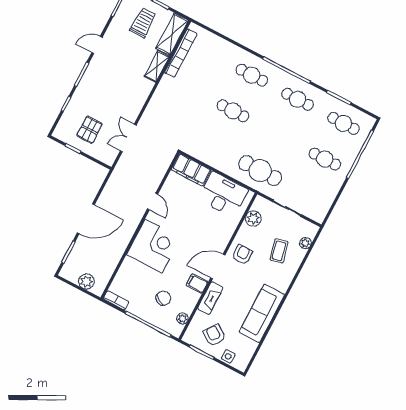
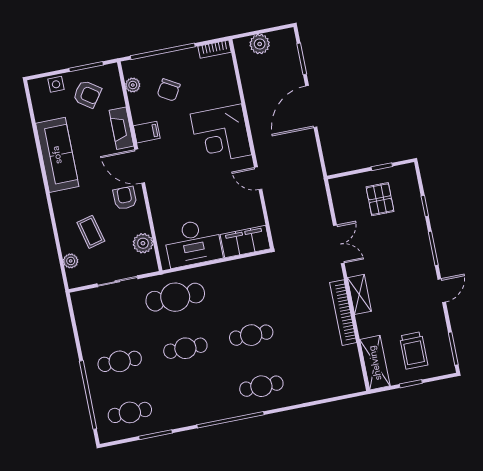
bookcase: (181, 53) -> (343, 313), moved
shelving: (157, 66) -> (359, 294), moved
cafe table: (298, 99) -> (185, 348), moved
double door: (128, 138) -> (339, 244), moved
armchair: (242, 255) -> (125, 198), turned 180
door: (218, 266) -> (140, 166), swing flipped

